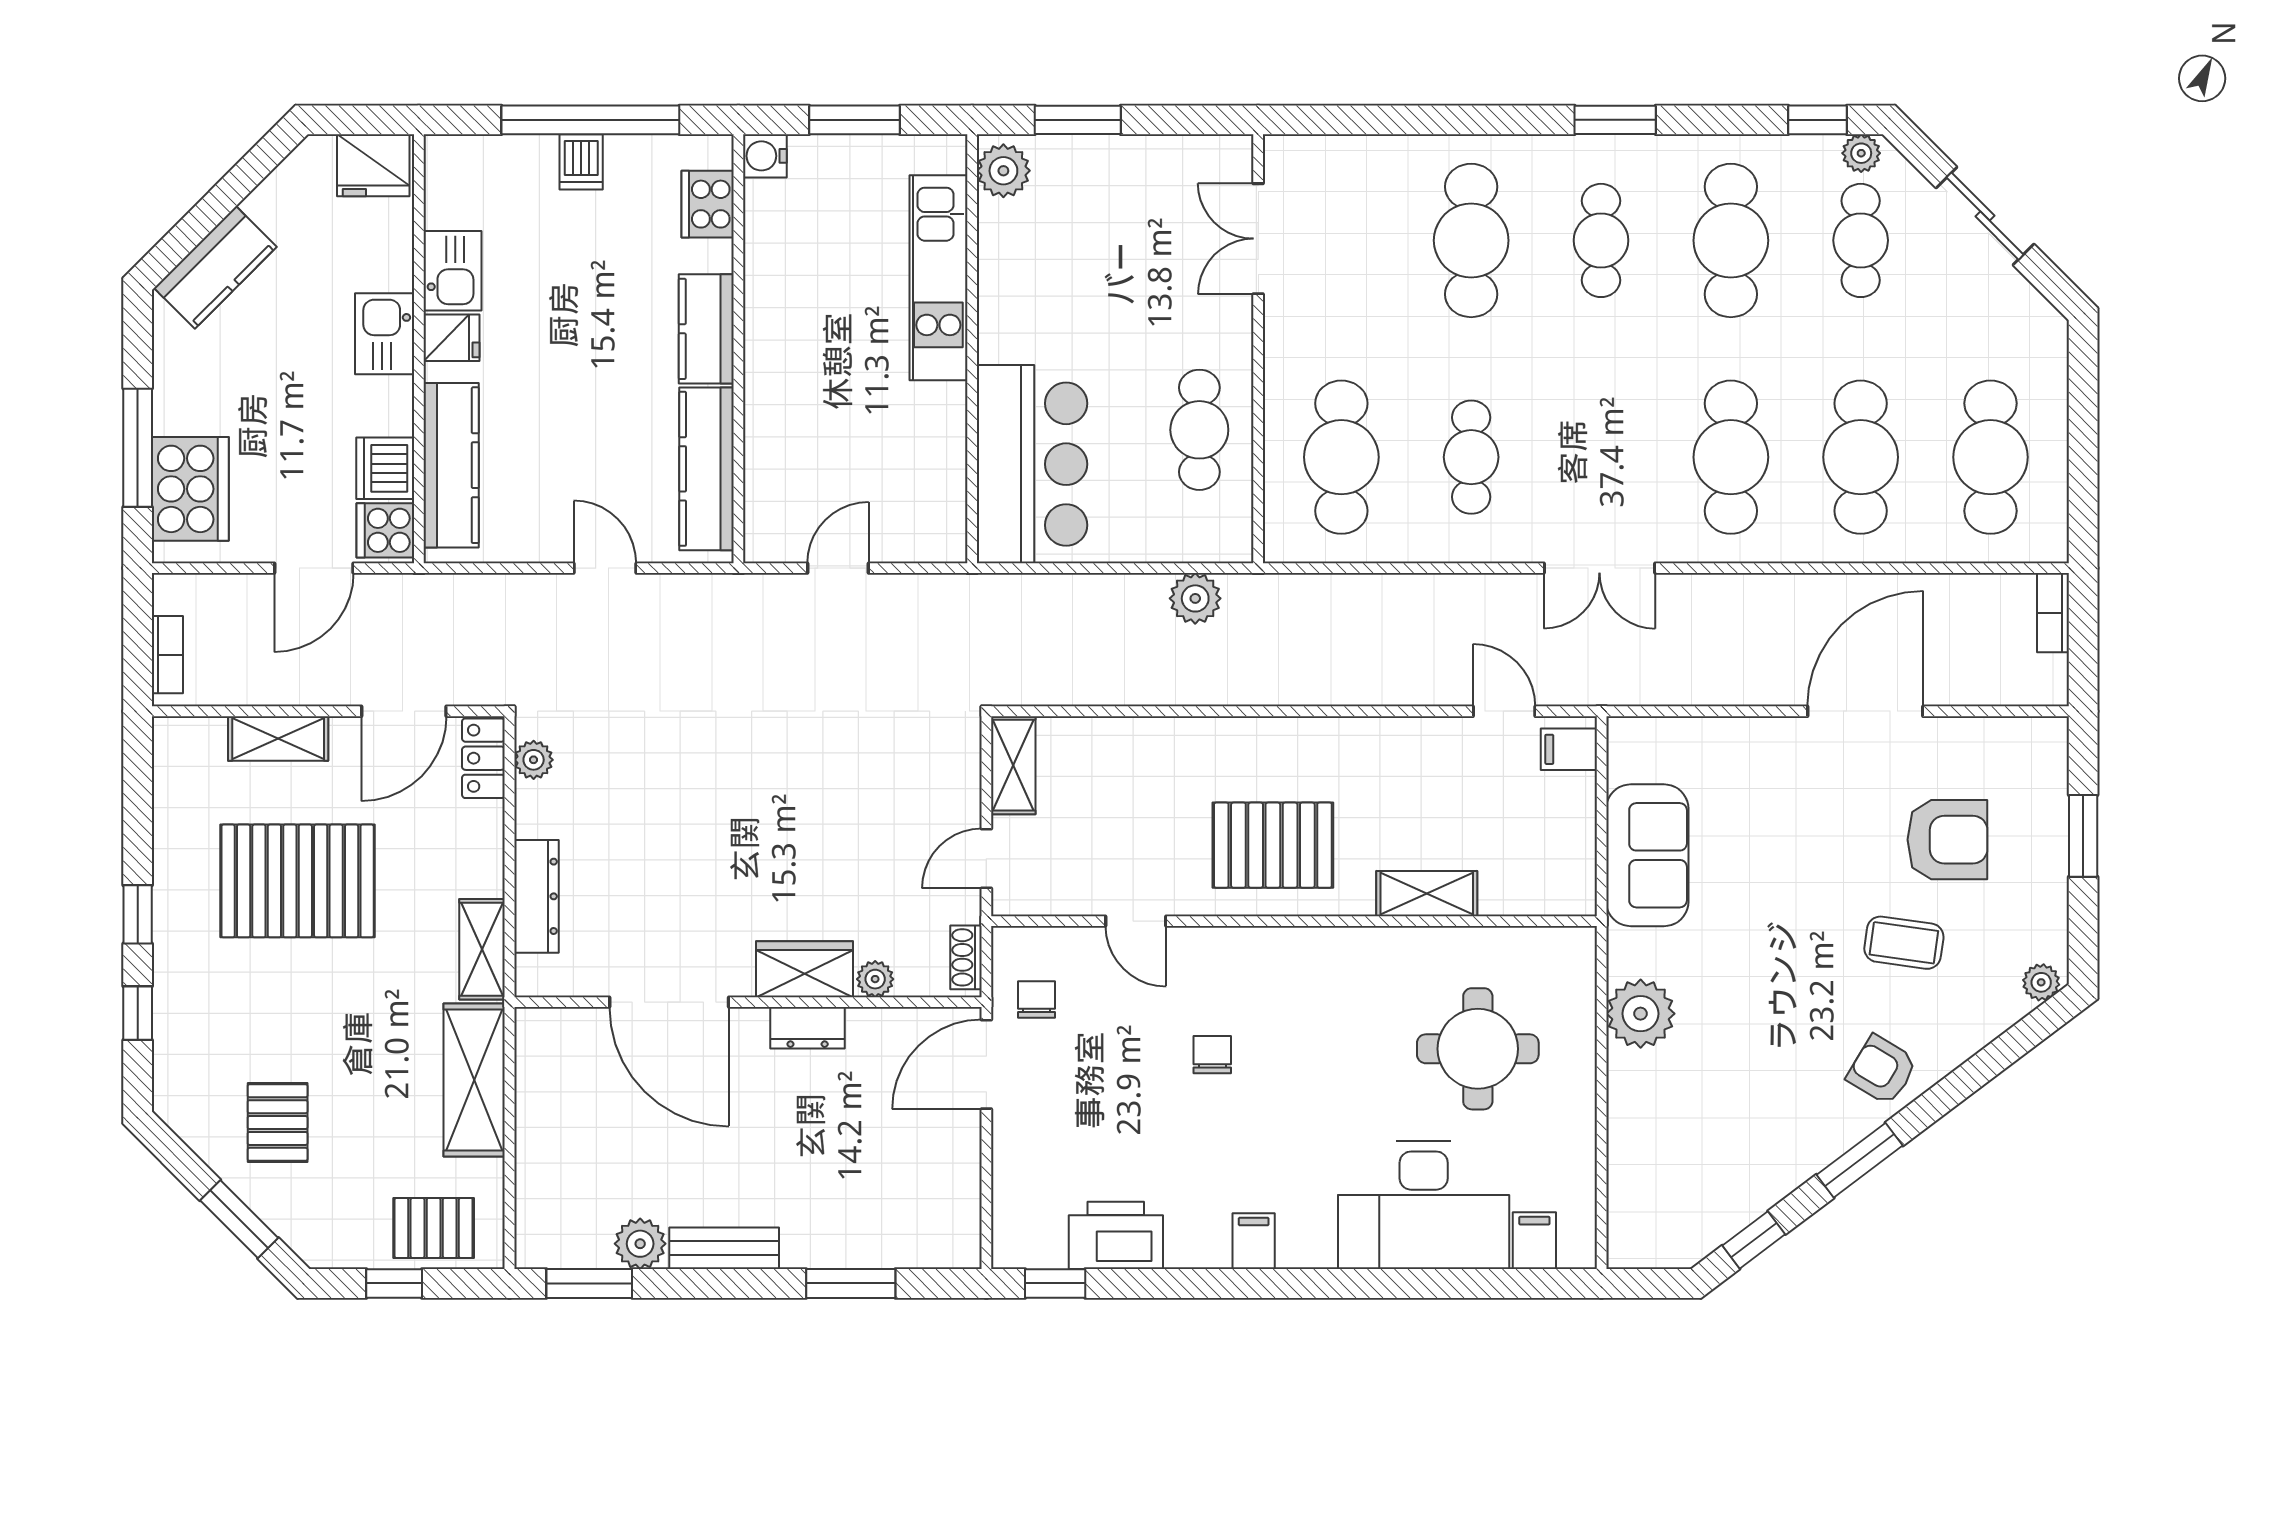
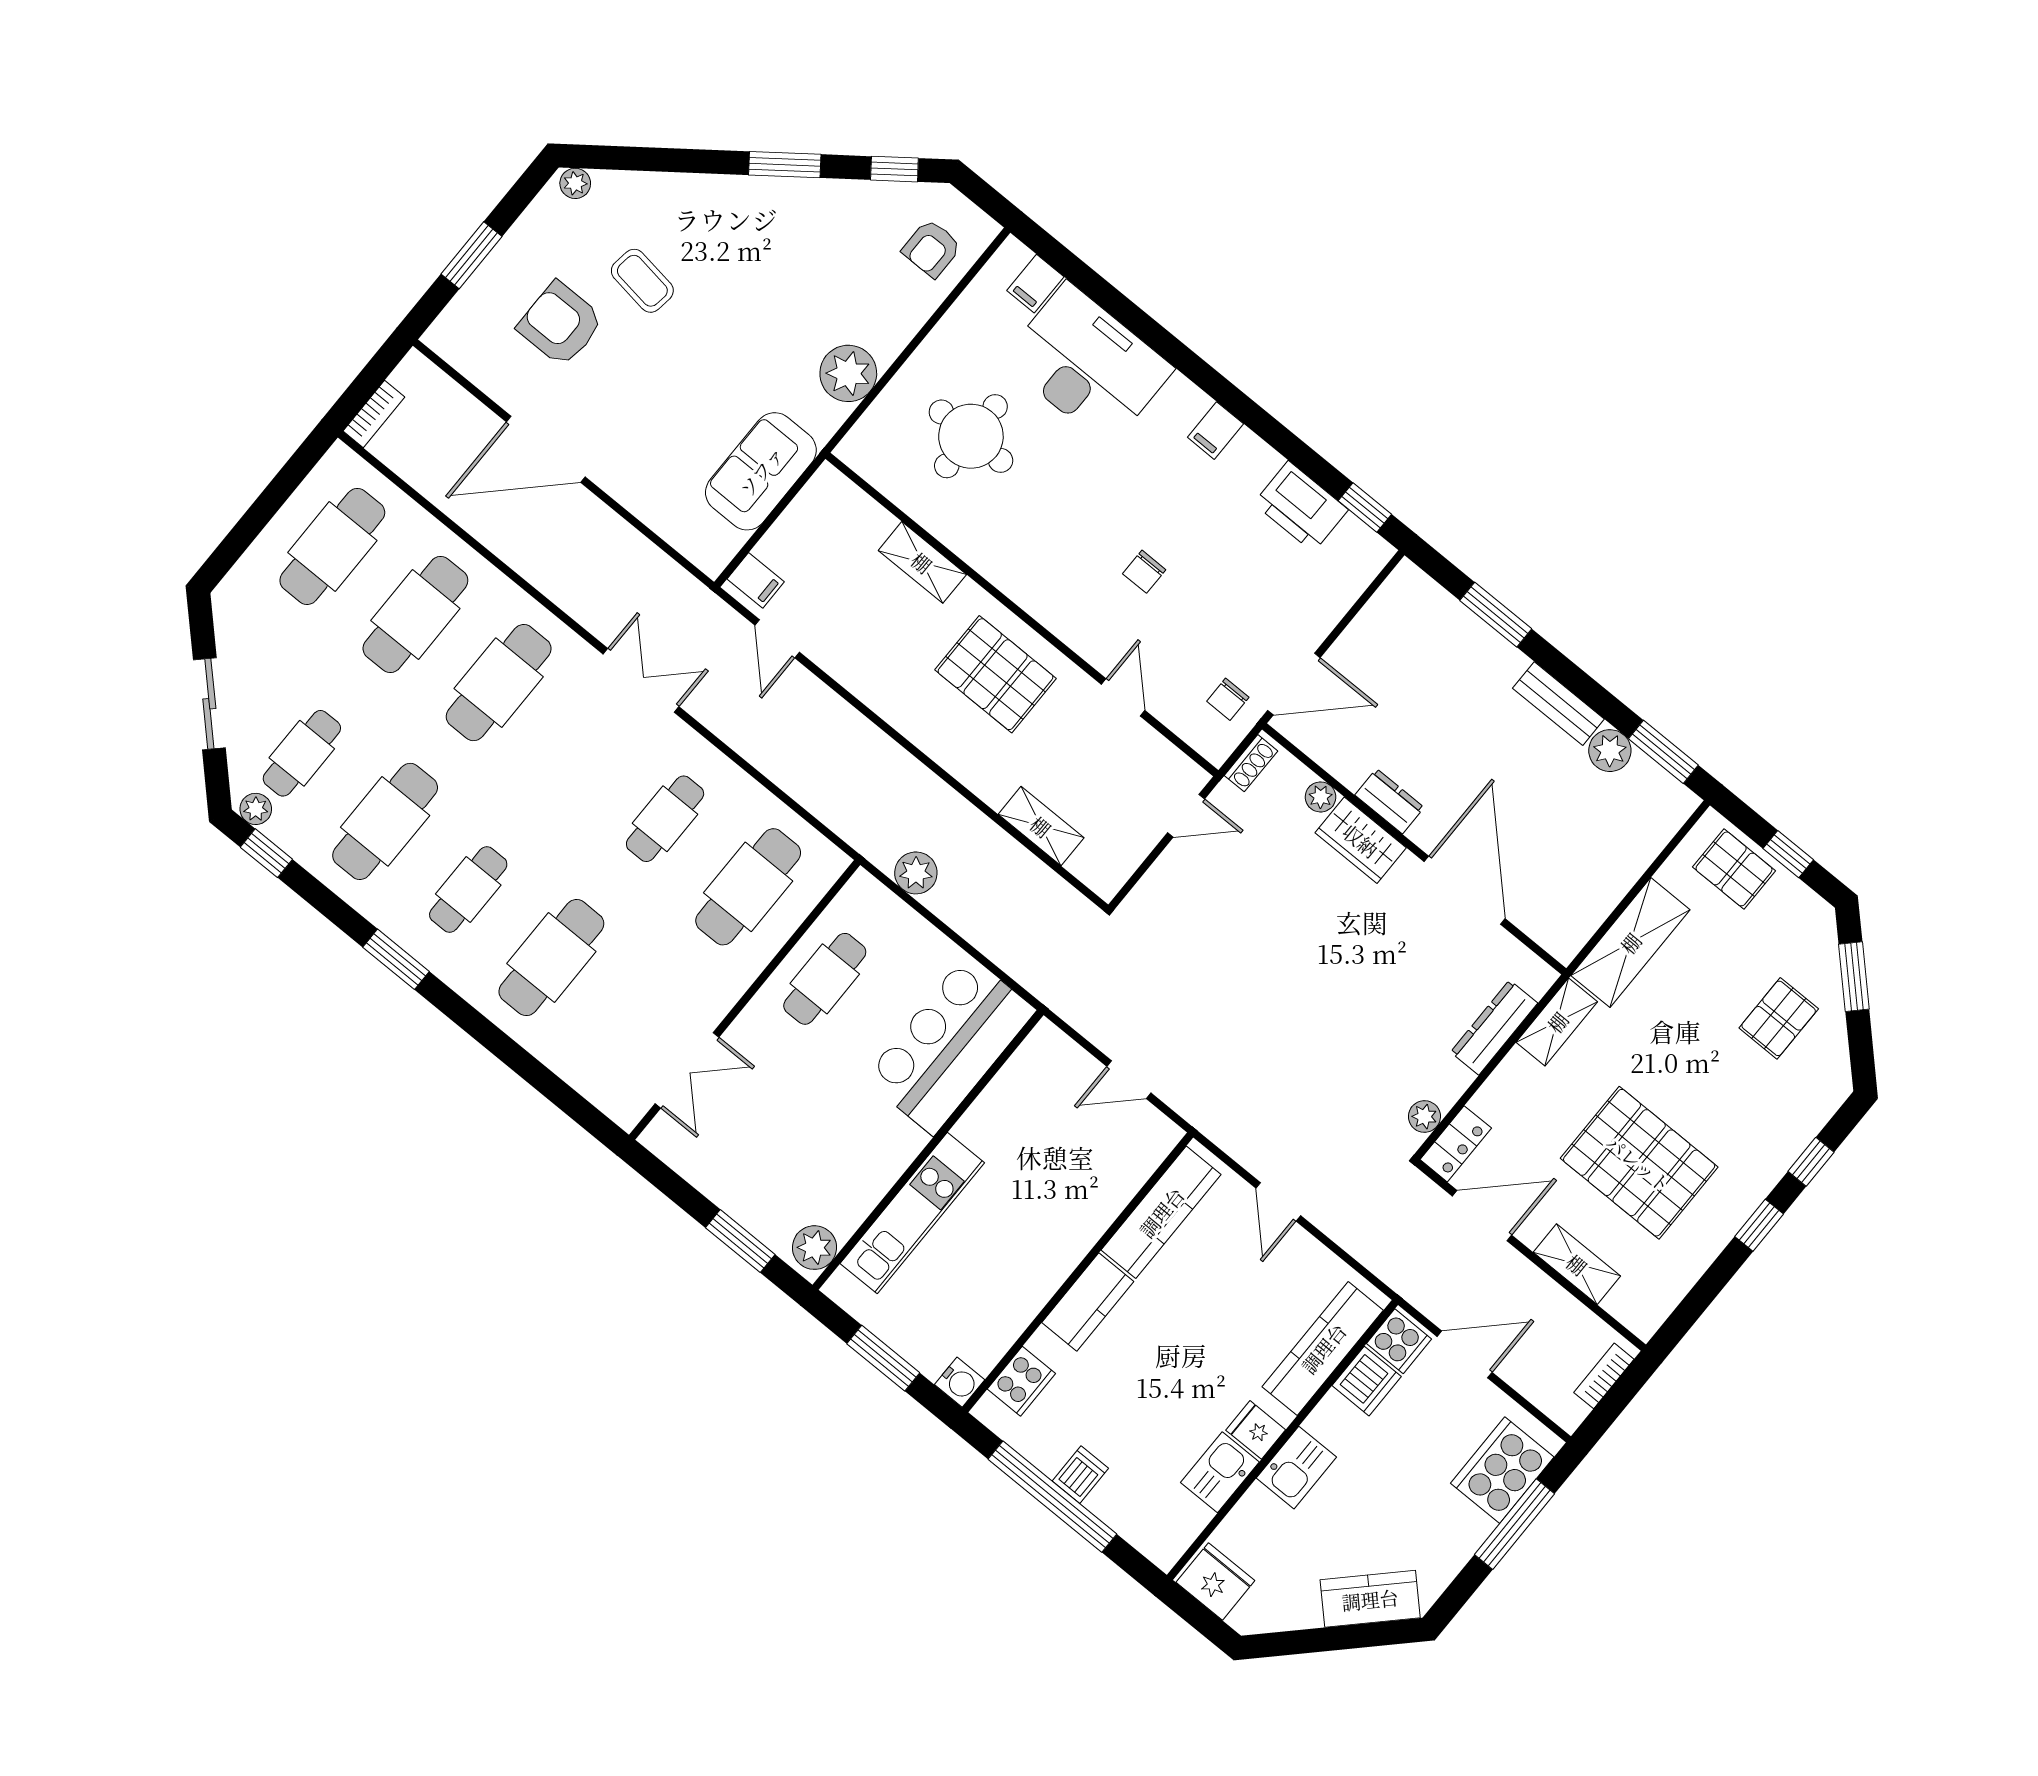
shelving: (1013, 765) -> (1041, 826), moved, turned 90
armchair: (1882, 1070) -> (932, 248), moved, turned 59

